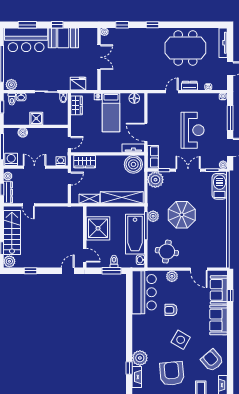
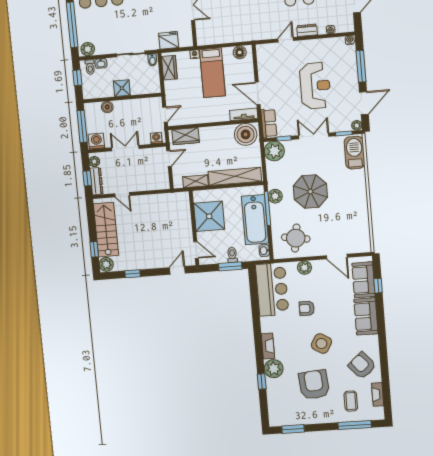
fireplace: (137, 377) -> (268, 346), moved

